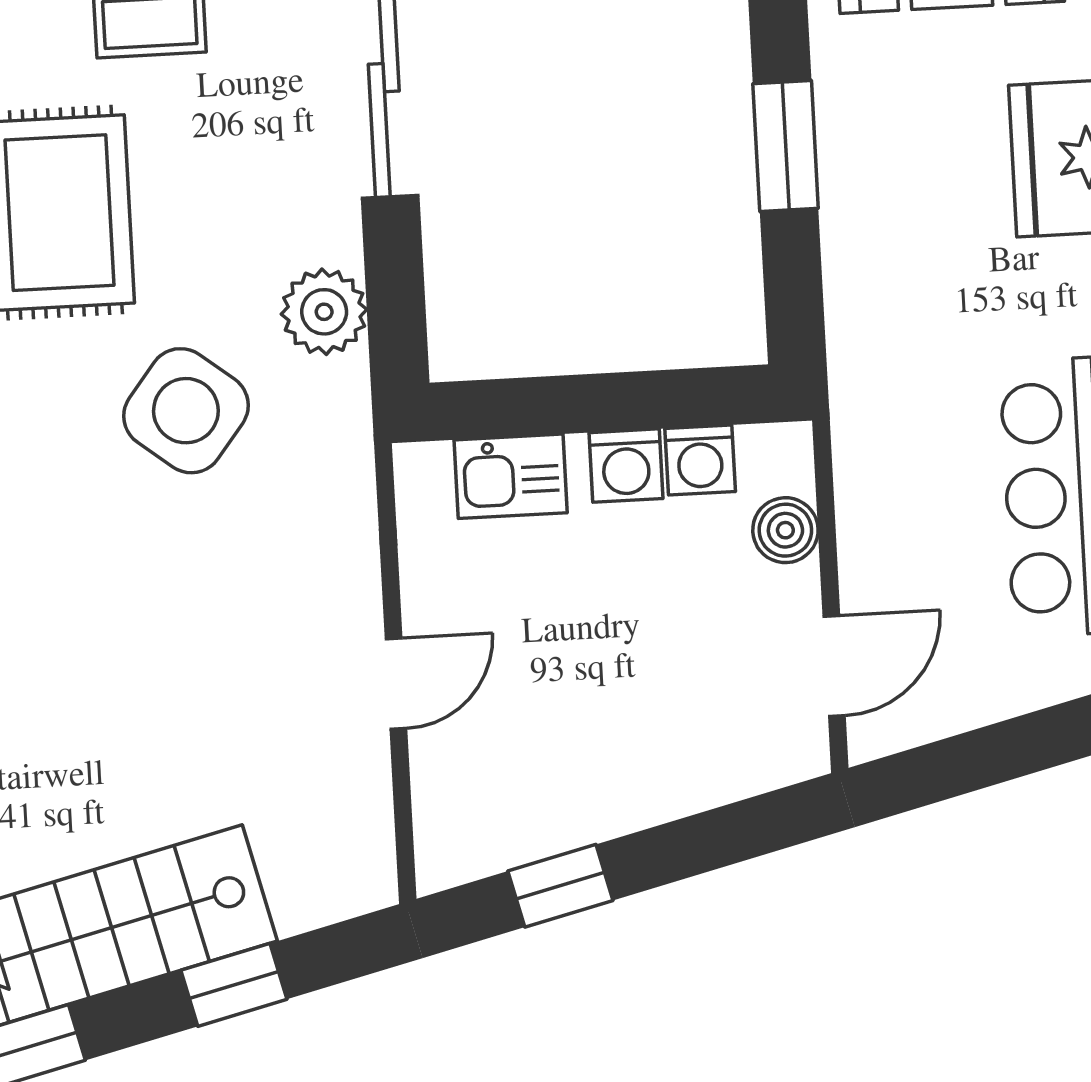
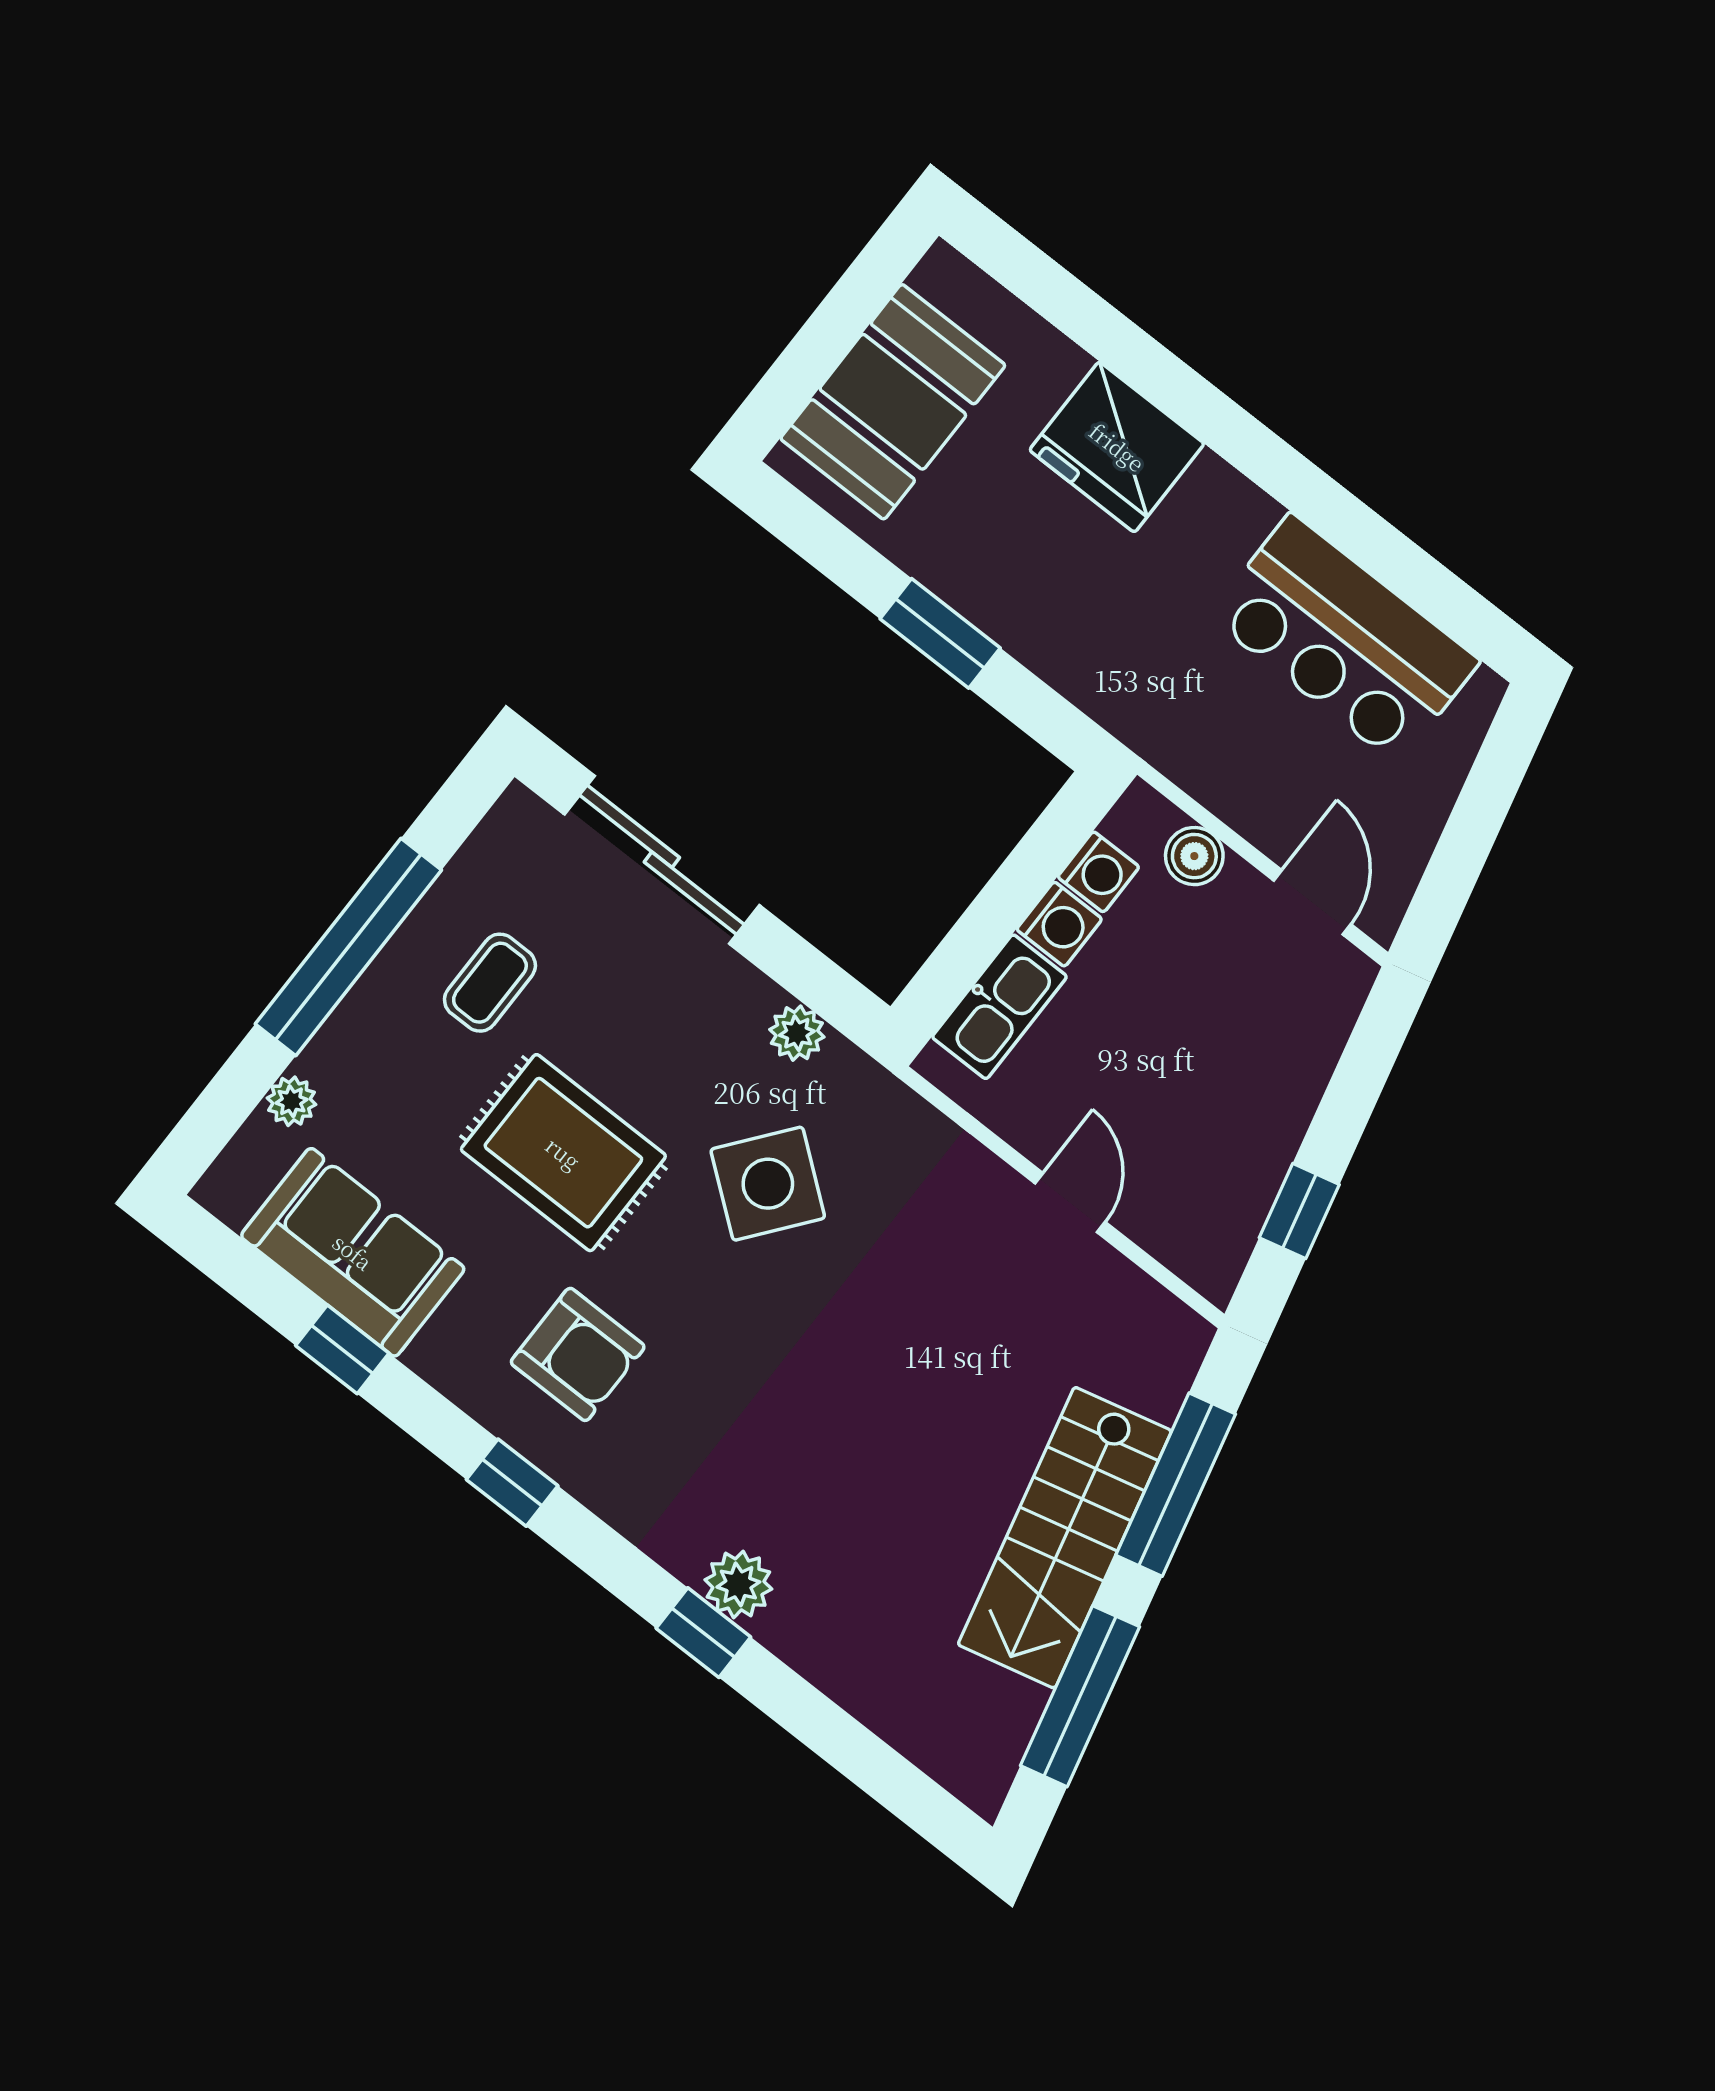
plant: (324, 312) -> (797, 1033), width x0.73, depth x0.73
kitchen sink: (511, 476) -> (999, 1007), width x1.38
window: (234, 985) -> (1176, 1485), width x2.17

